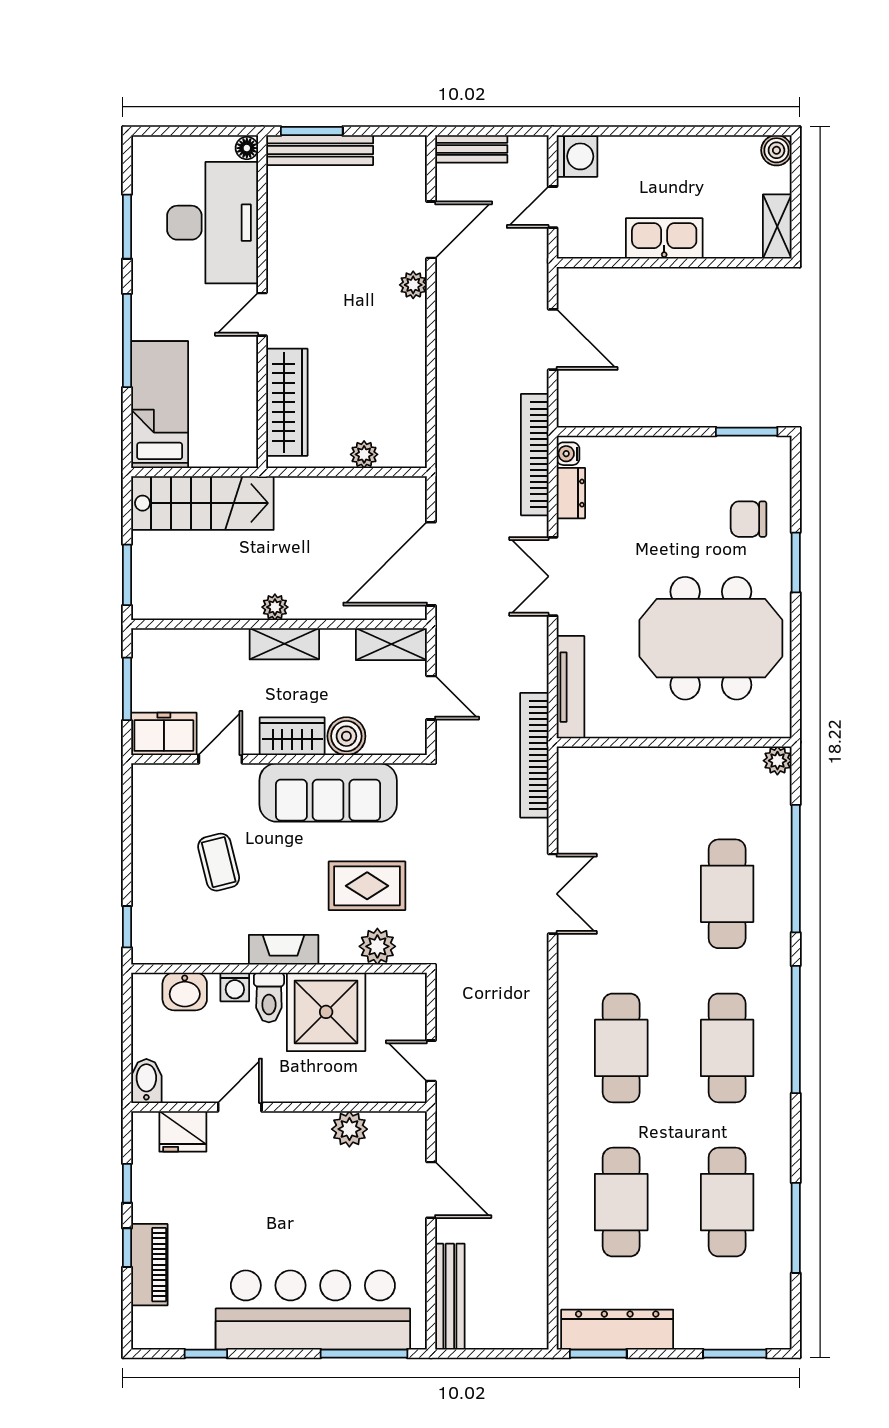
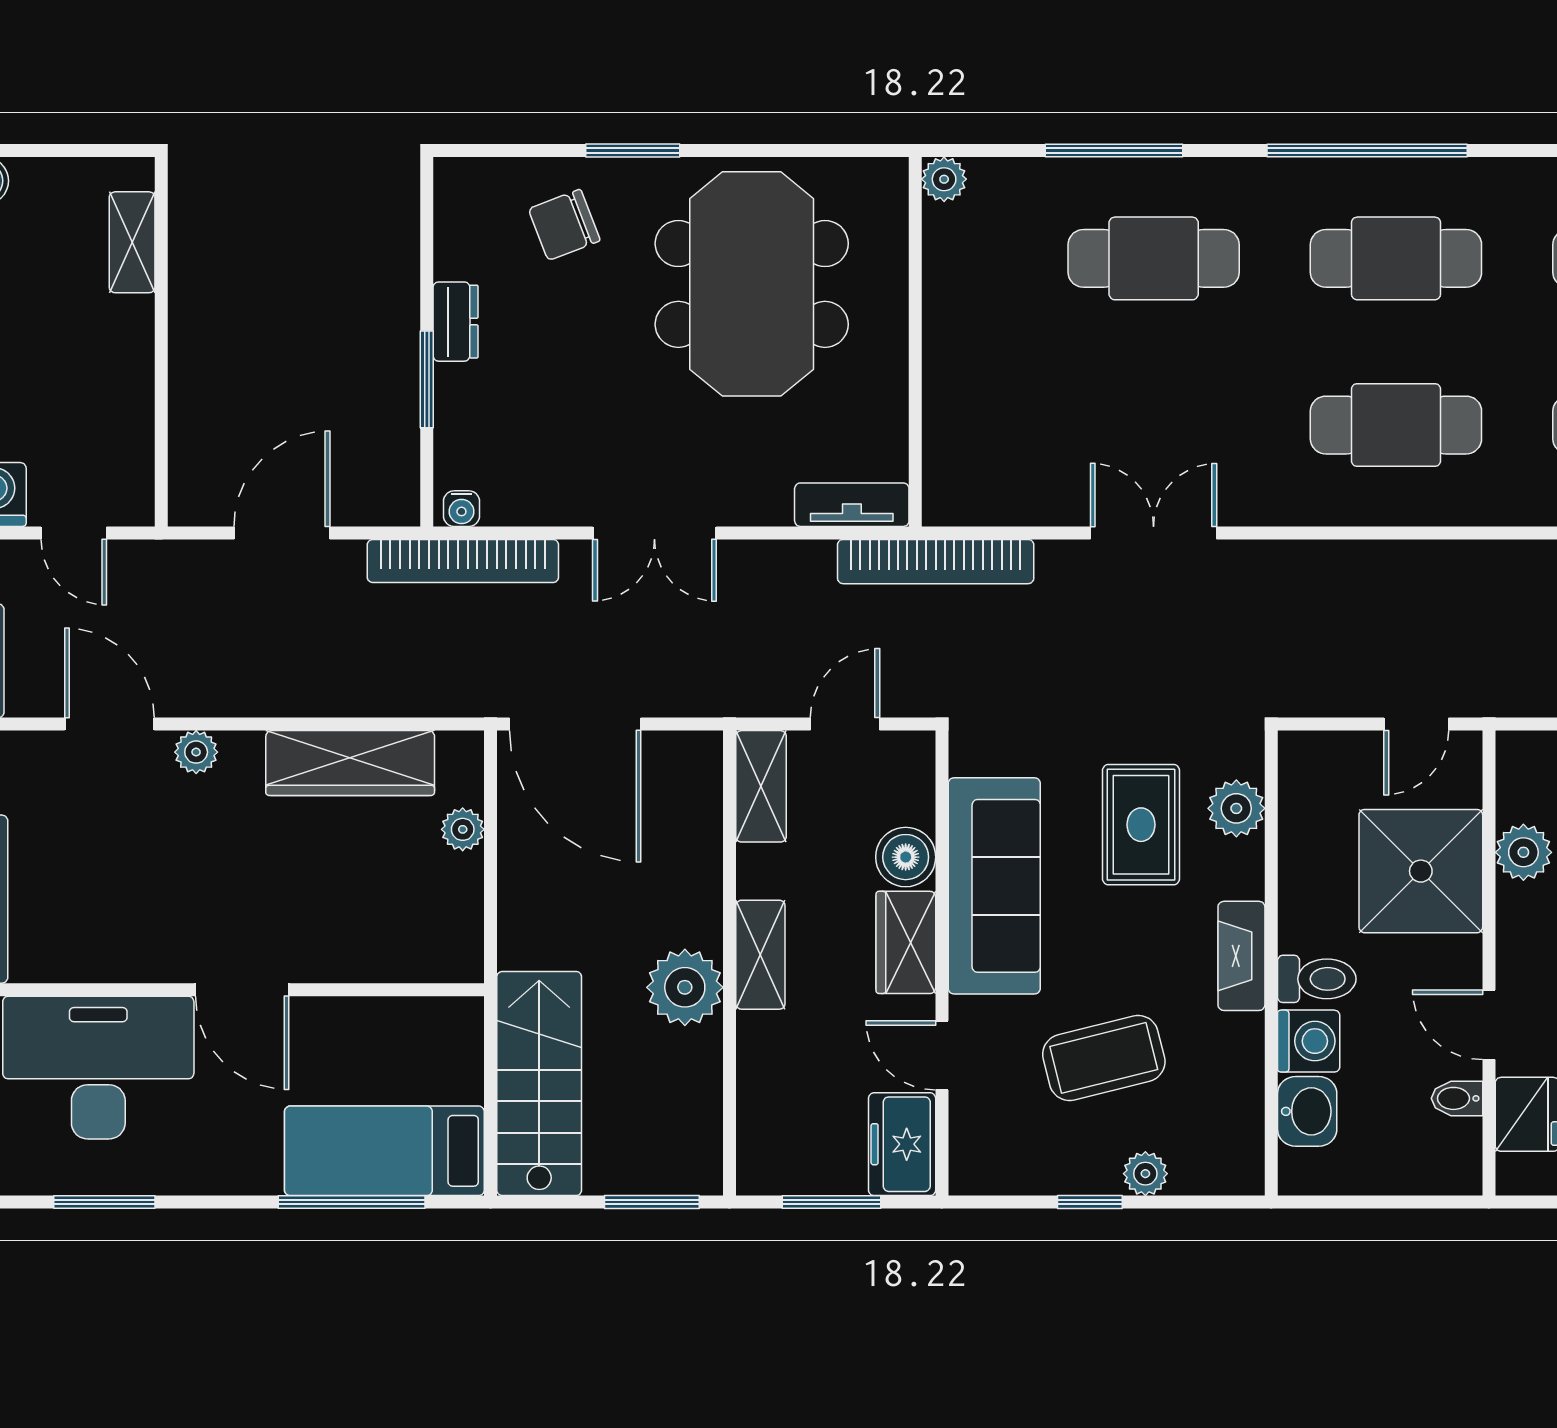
shelving: (777, 227) -> (132, 242), moved, turned 90
kitchen sink: (664, 238) -> (123, 357), removed
door: (262, 314) -> (242, 990), width x1.38
window: (127, 340) -> (352, 1202), moved
wardrobe: (287, 402) -> (350, 763), moved, turned 180
window: (747, 432) -> (427, 379), moved
dresser: (571, 493) -> (455, 322), moved, turned 90
chair: (749, 519) -> (564, 225), turned 69
door: (431, 564) -> (575, 724), moved
plant: (275, 607) -> (685, 987), width x1.87, depth x1.87
tv unit: (570, 687) -> (852, 505), width x0.71
coffee table: (219, 862) -> (1104, 1058), width x1.36, depth x1.30
window: (796, 869) -> (1114, 151), width x0.68
plant: (145, 889) -> (1145, 1174), added
window: (127, 927) -> (1090, 1202), moved
washing machine: (235, 987) -> (1309, 1041), width x1.38, depth x1.38
shower: (326, 1012) -> (1421, 871), moved
bidet: (146, 1081) -> (1457, 1098), moved, width x0.72, depth x0.74

